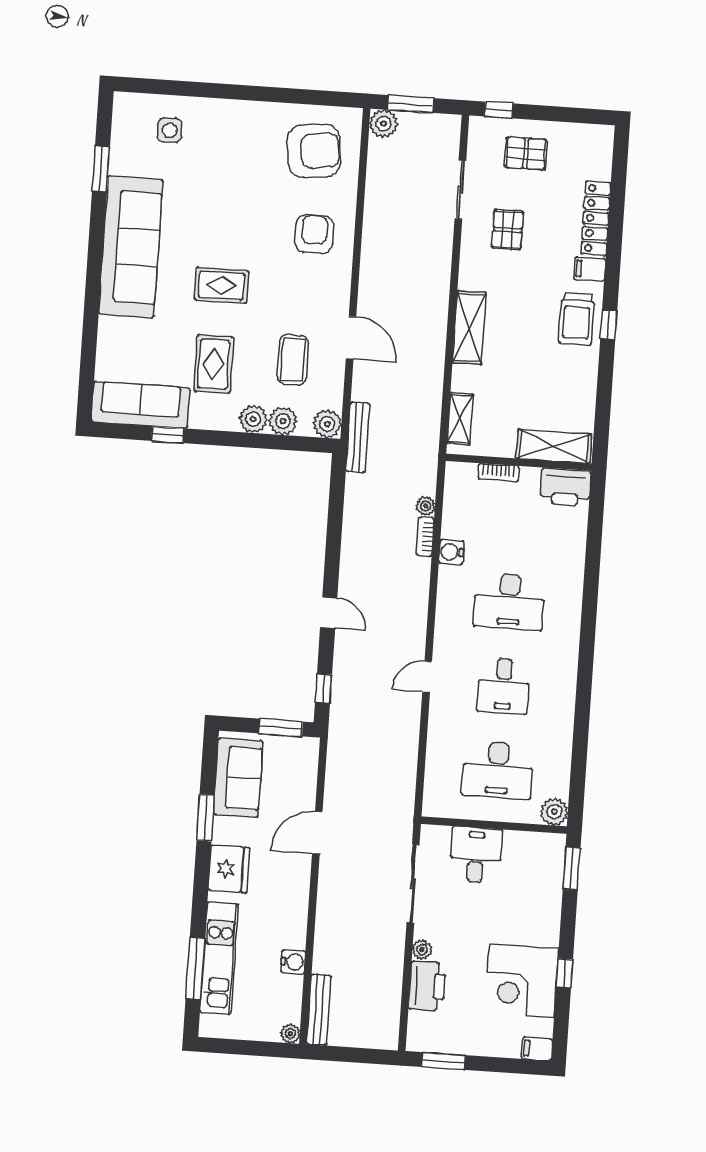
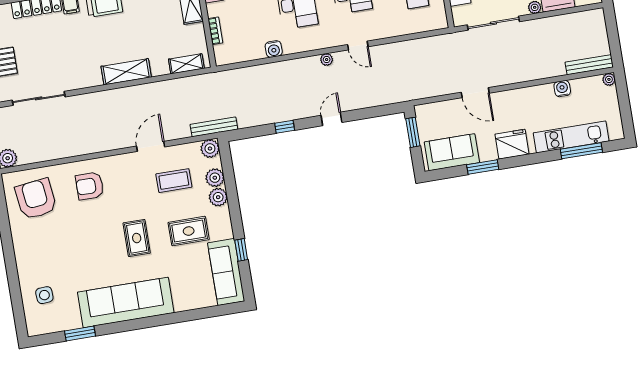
sliding door: (460, 190) -> (39, 98), width x1.37
pallet: (507, 230) -> (57, 62), removed
plant: (426, 506) -> (327, 60), moved
bookcase: (425, 537) -> (268, 68), removed
window: (323, 689) -> (285, 127), moved

